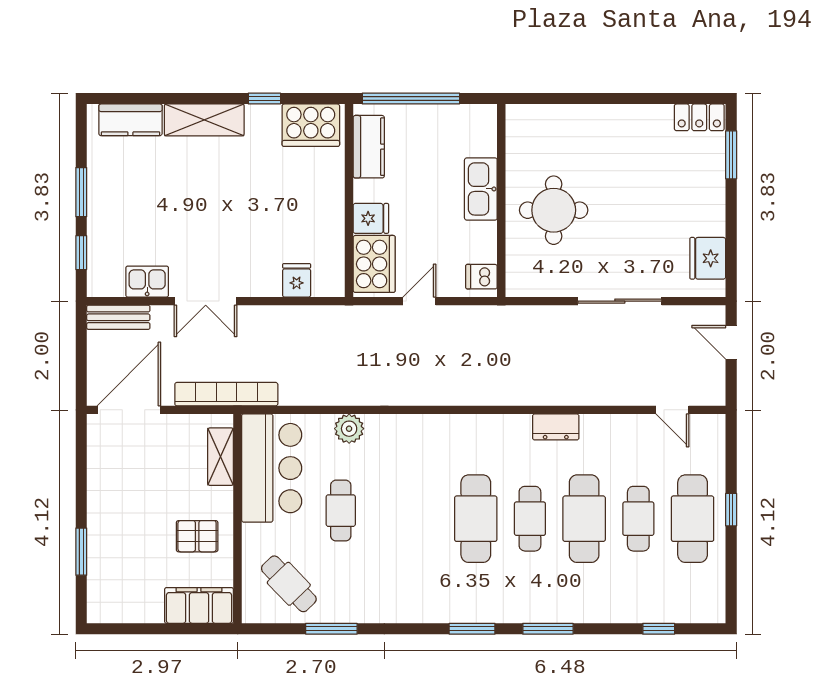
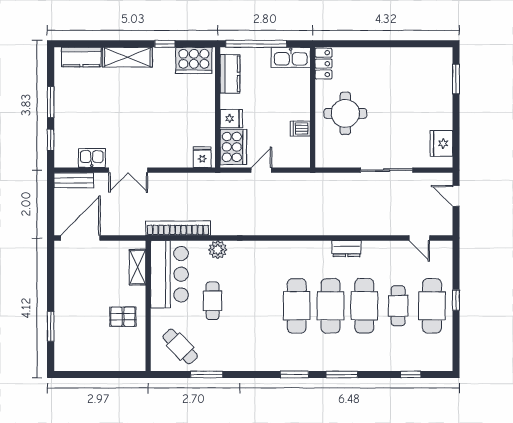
locker: (699, 117) -> (324, 64), moved, turned -90
kitchen sink: (481, 189) -> (291, 57), moved, turned -90
dishwasher: (481, 277) -> (300, 129), moved
fridge: (297, 280) -> (202, 157), moved
bookcase: (226, 394) -> (178, 228), moved
cafe table: (530, 519) -> (331, 306), width x1.37, depth x1.35
filing cabinet: (199, 605) -> (124, 360), removed

